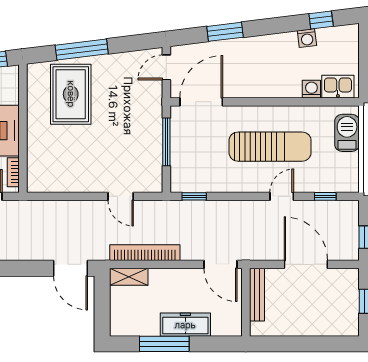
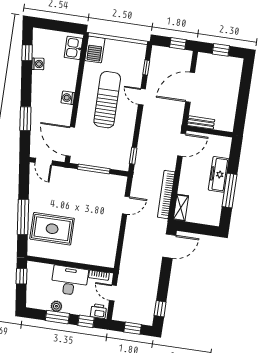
washing machine: (311, 89) -> (68, 98), moved
barbecue: (347, 133) -> (95, 49), moved, turned -90
bench: (257, 295) -> (201, 122), width x0.73

